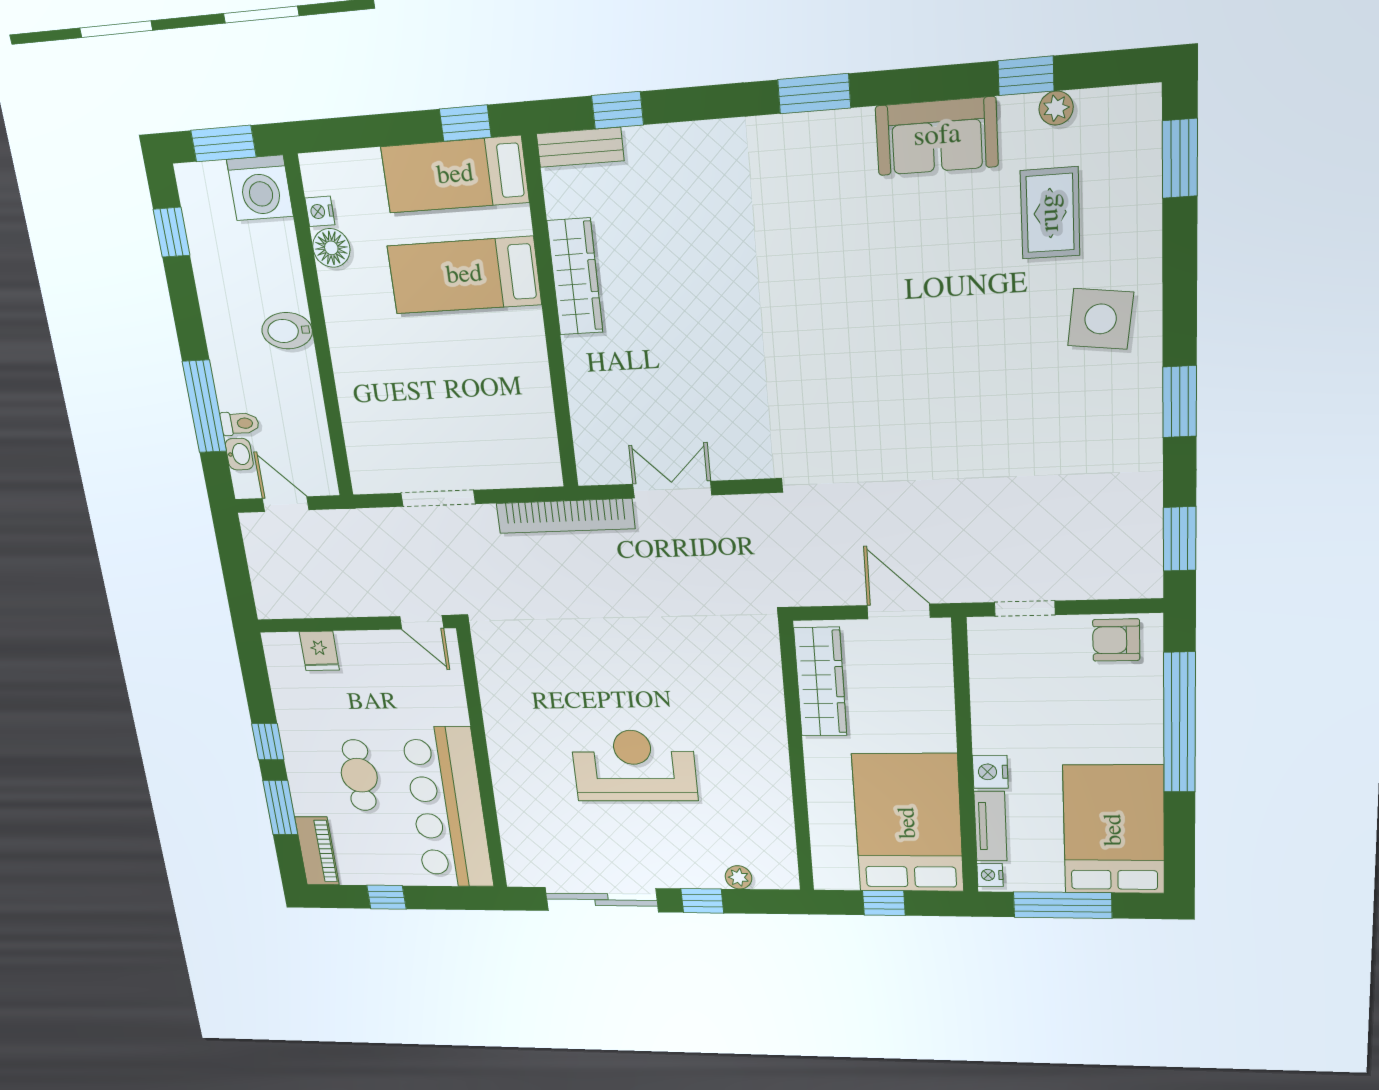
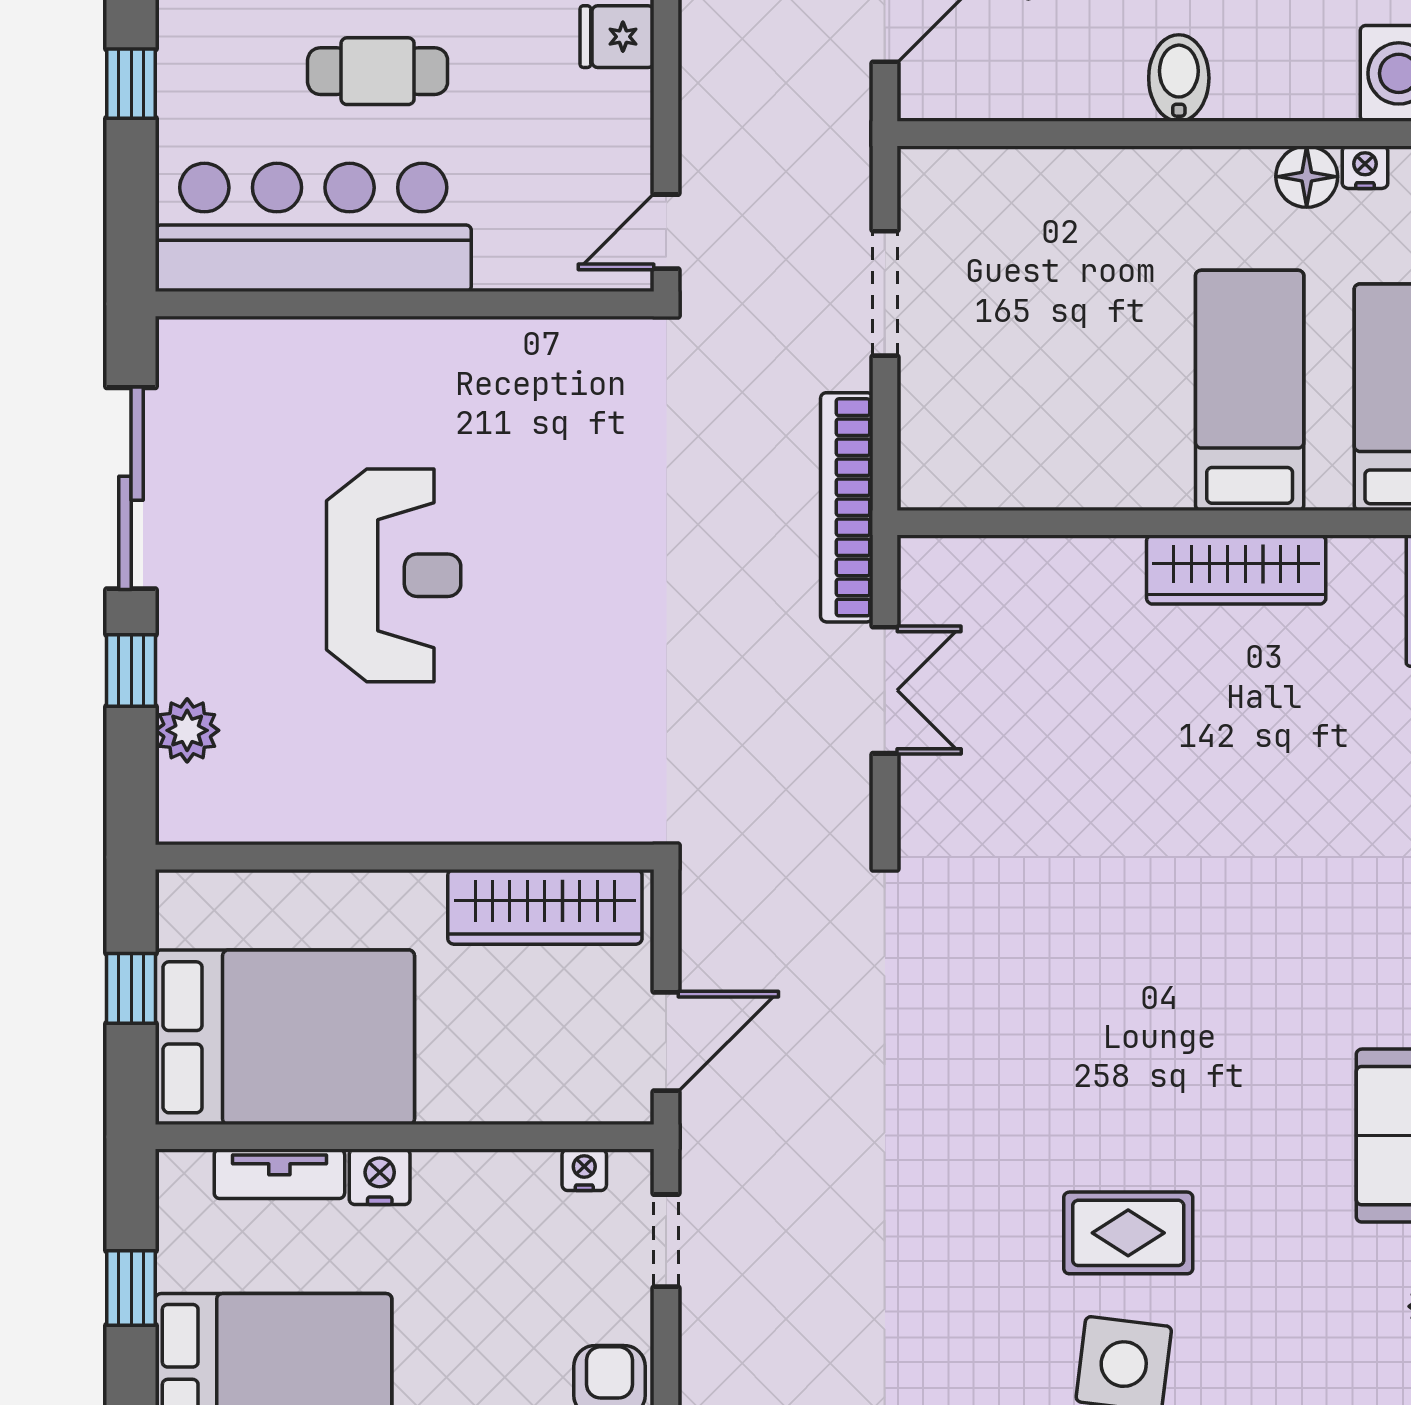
rug: (1050, 213) -> (1128, 1233), moved
nightstand: (990, 875) -> (584, 1170), moved
plant: (739, 877) -> (187, 730), width x1.38, depth x1.38
window: (1063, 905) -> (131, 1288), width x0.46

